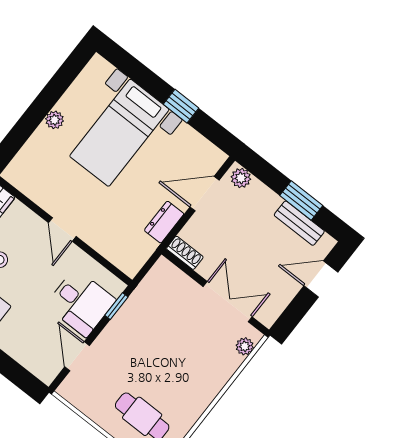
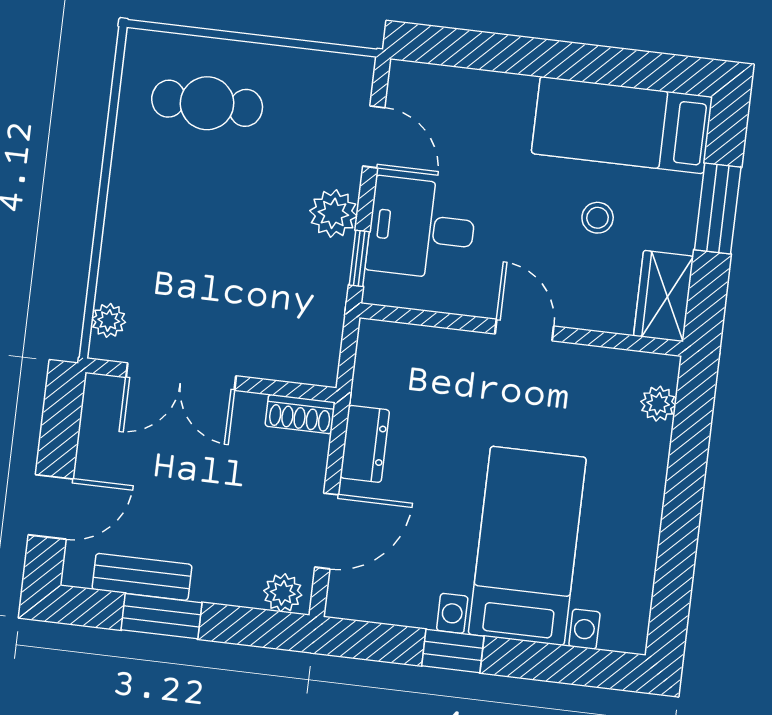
plant: (55, 120) -> (658, 404), moved
plant: (116, 333) -> (333, 213), added

